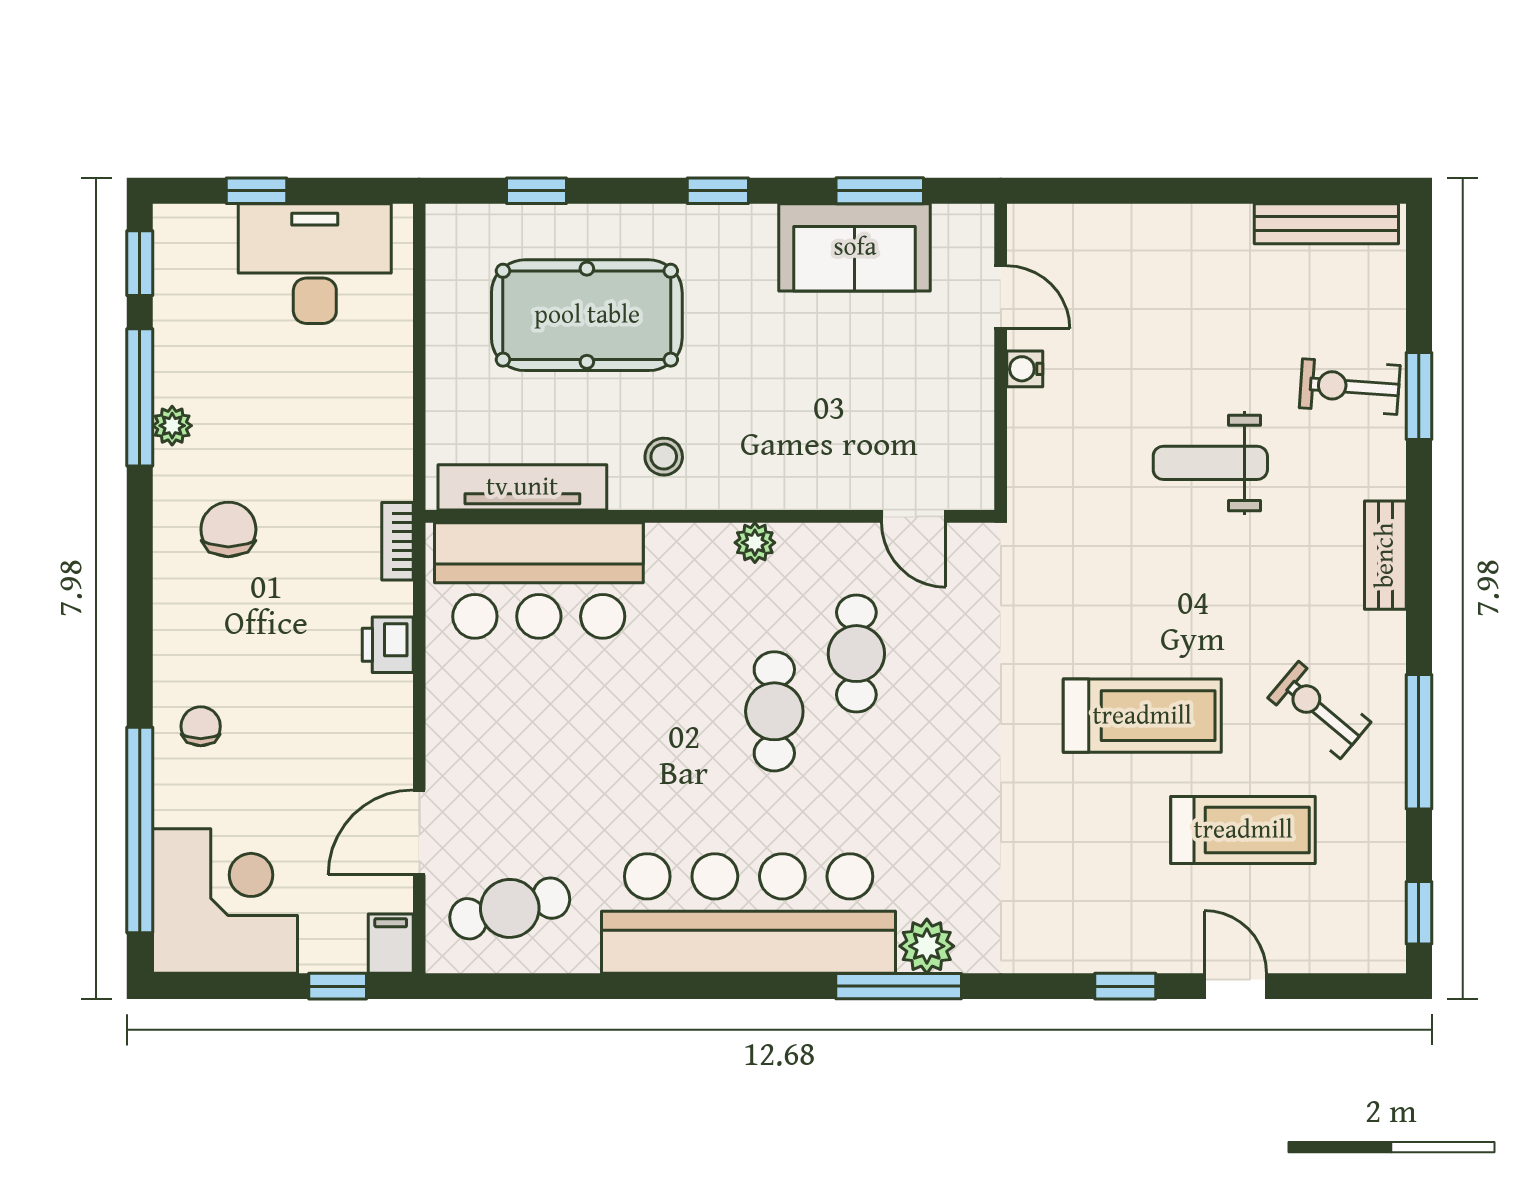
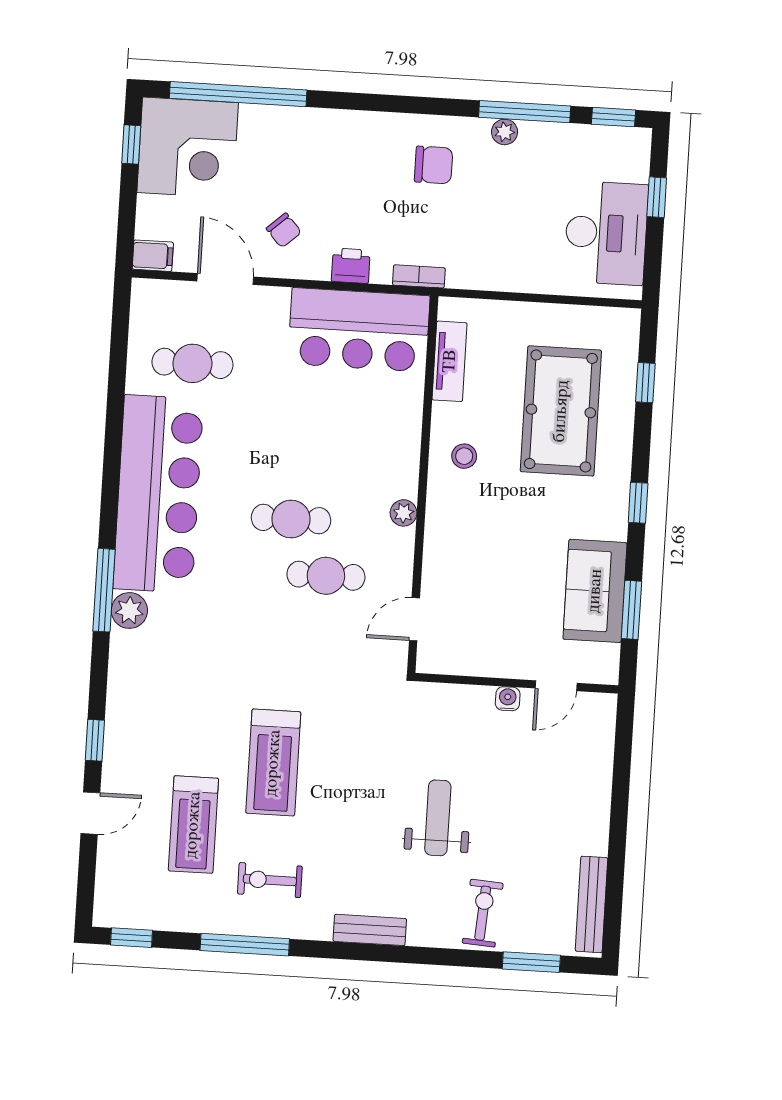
window: (1419, 396) -> (531, 962), moved
tv unit: (522, 487) -> (450, 361), width x0.71
bar counter: (539, 580) -> (359, 330), moved, turned -90
exercise bike: (1319, 710) -> (270, 880), turned -130
chair: (201, 726) -> (284, 230), moved, turned 48
cafe table: (510, 908) -> (192, 363), moved, turned -76
window: (338, 986) -> (131, 145), moved

